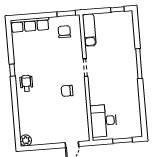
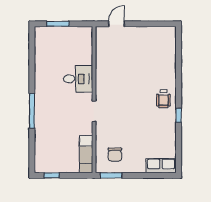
row of seats: (30, 25) -> (161, 166), width x0.68
chair: (67, 91) -> (117, 86), removed
desk: (103, 121) -> (78, 79), moved, width x0.73
plant: (26, 140) -> (169, 33), removed

